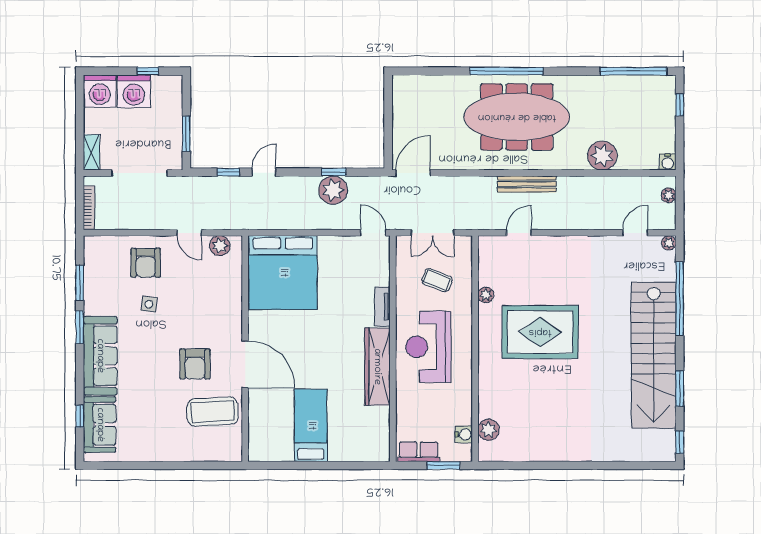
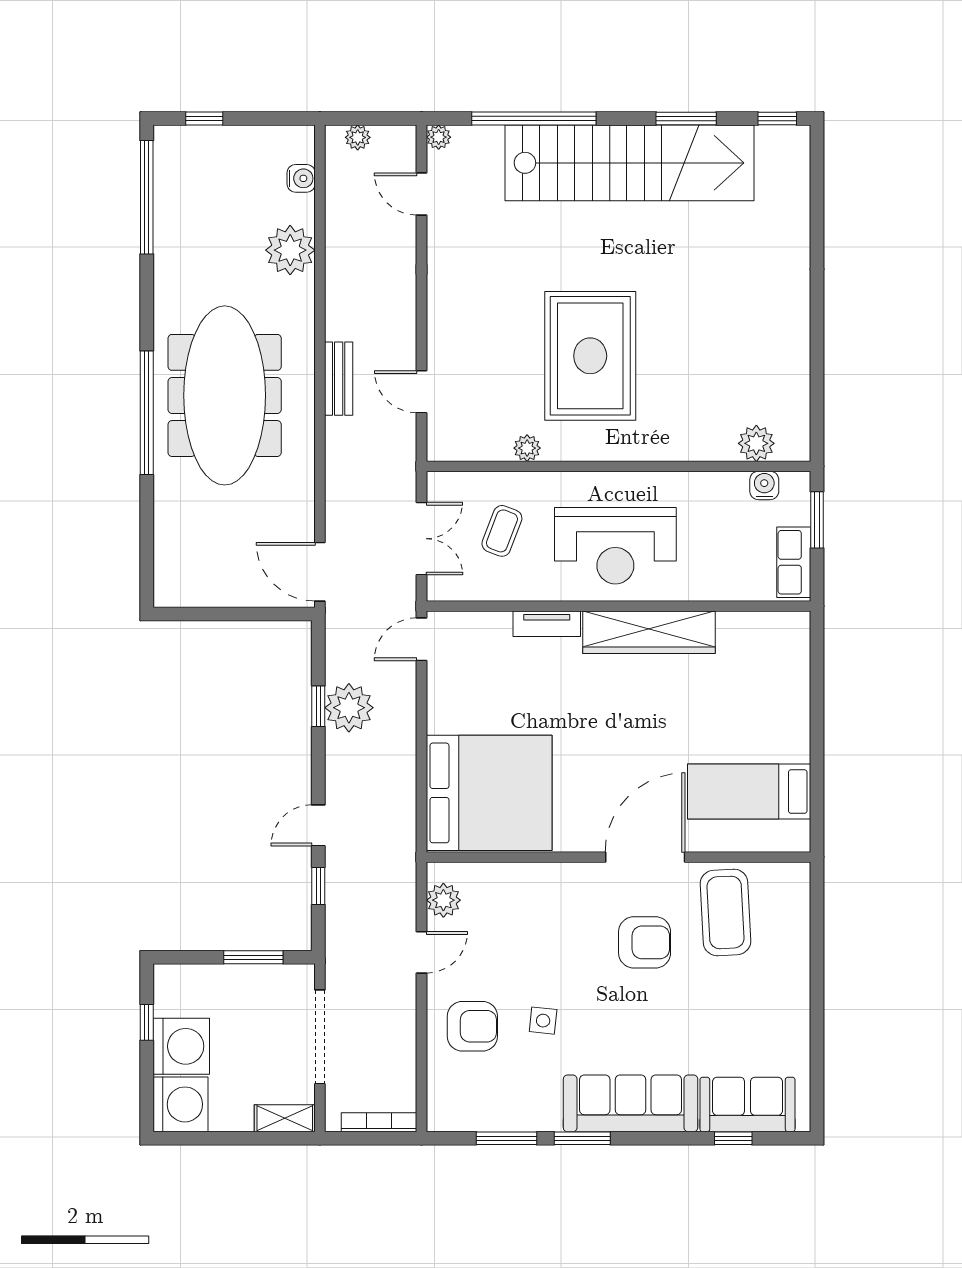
water cooler: (668, 162) -> (301, 178), moved
door: (264, 172) -> (318, 825), hinge flipped
bench: (527, 184) -> (339, 379), width x0.73
bed: (311, 426) -> (749, 792), moved

